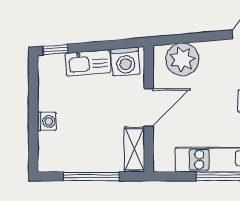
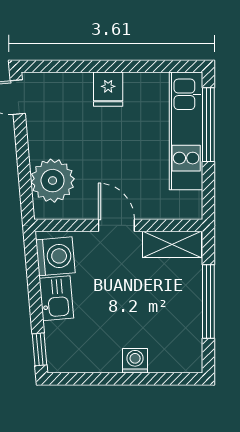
kitchen sink: (88, 63) -> (56, 298), width x0.73
door: (149, 107) -> (116, 225), width x0.73

